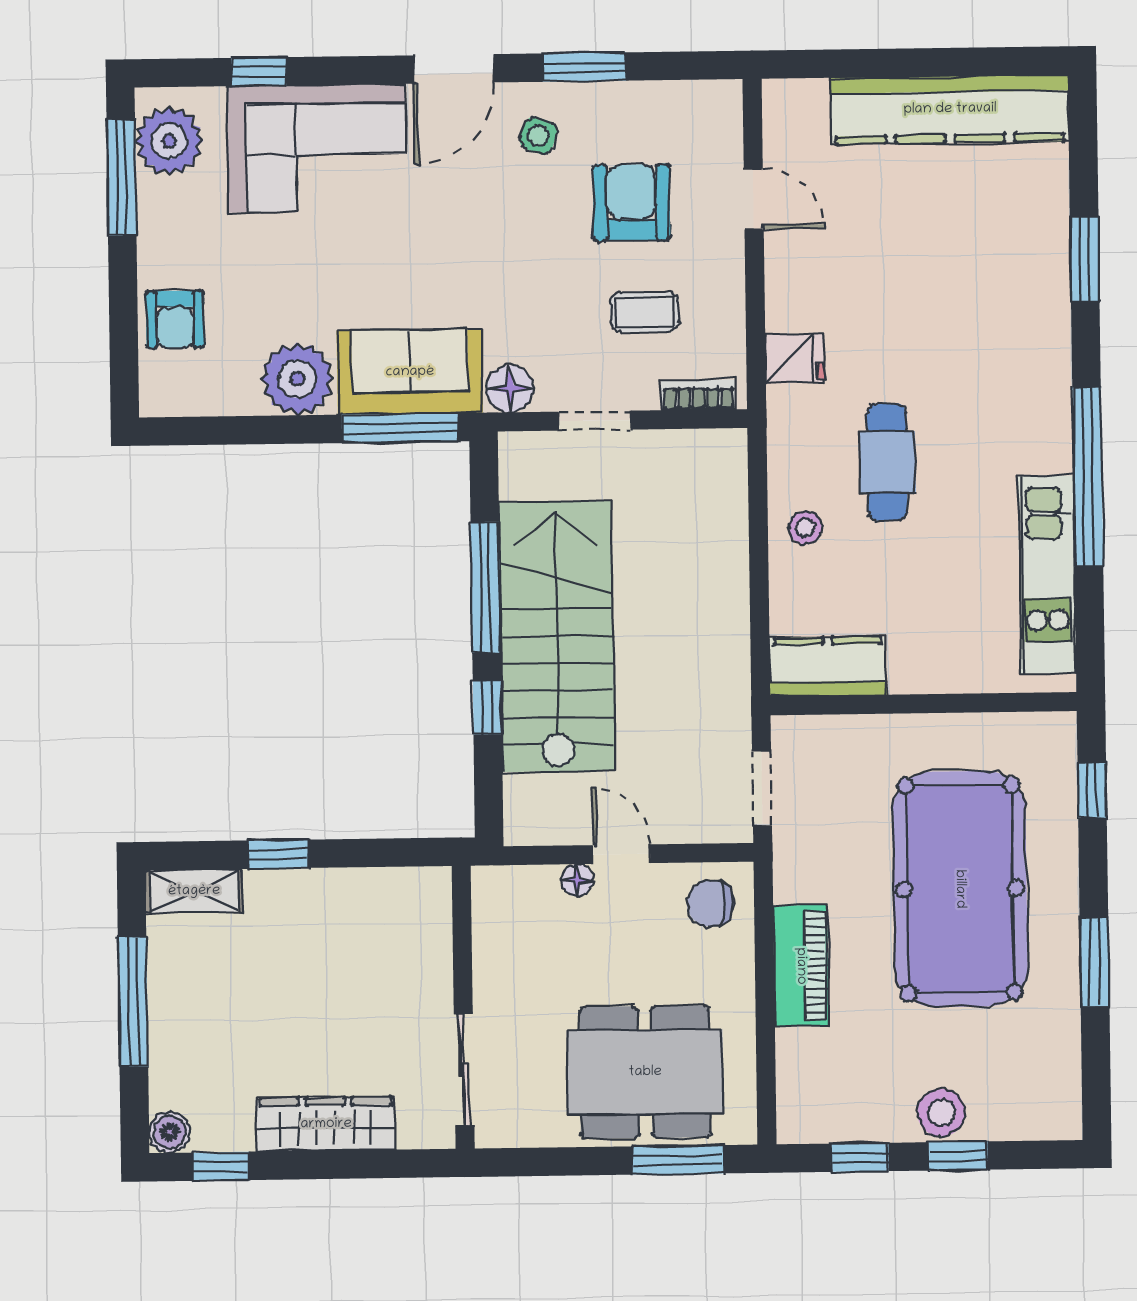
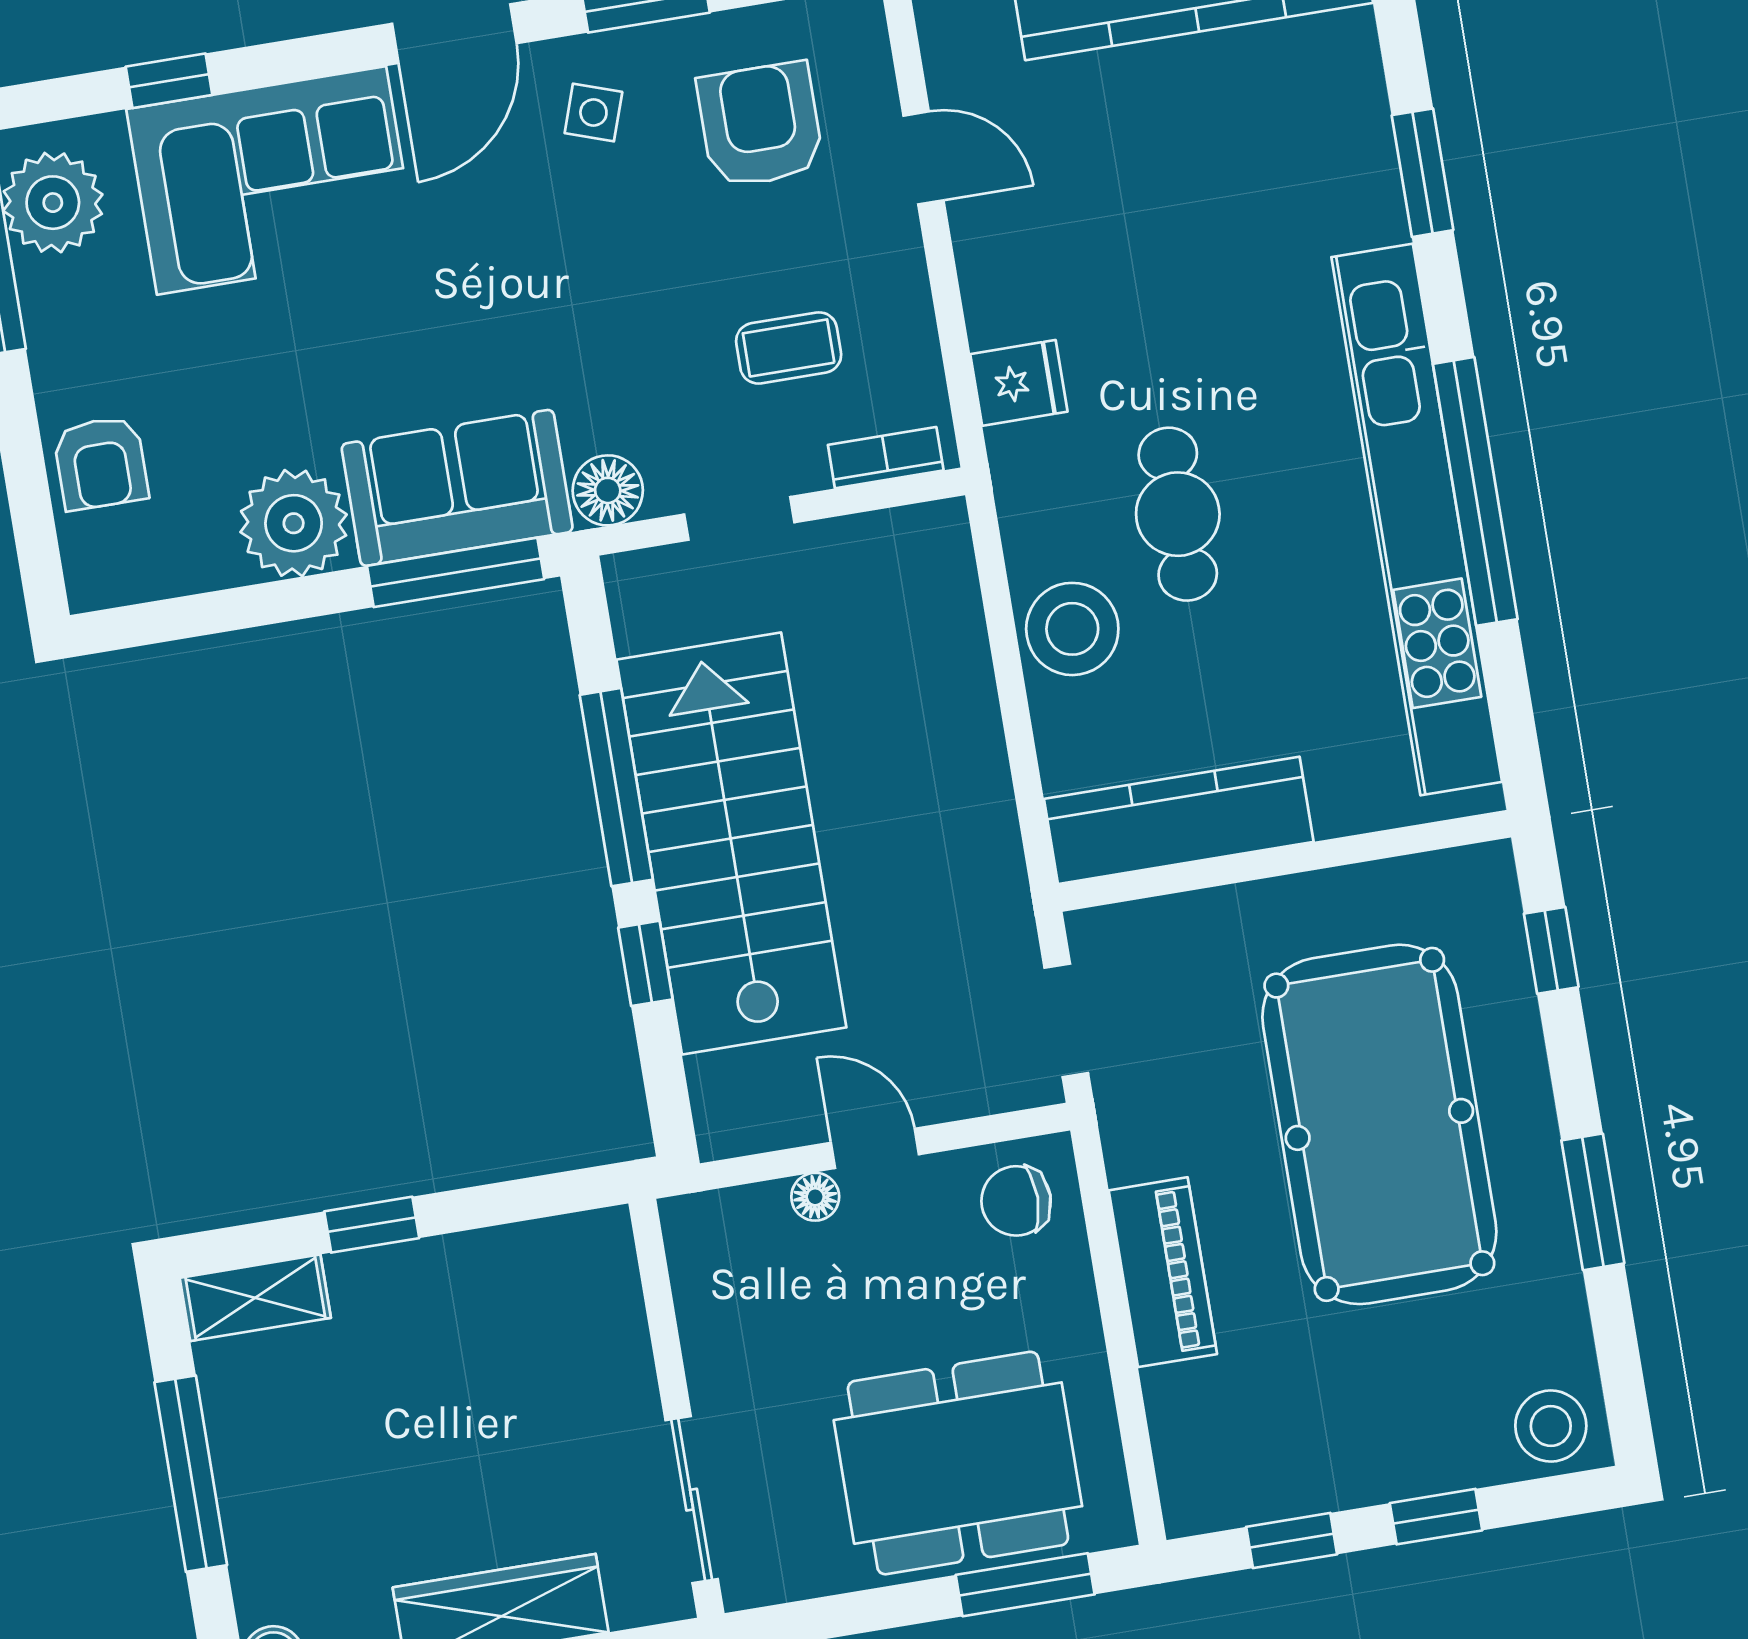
armchair: (632, 202) -> (760, 125), moved
stool: (805, 528) -> (1072, 629), width x1.89, depth x1.89
kitchen unit: (1047, 575) -> (1417, 519), width x1.86
kitchen counter: (828, 666) -> (1179, 820), width x1.50
stool: (941, 1113) -> (1551, 1426), moved

